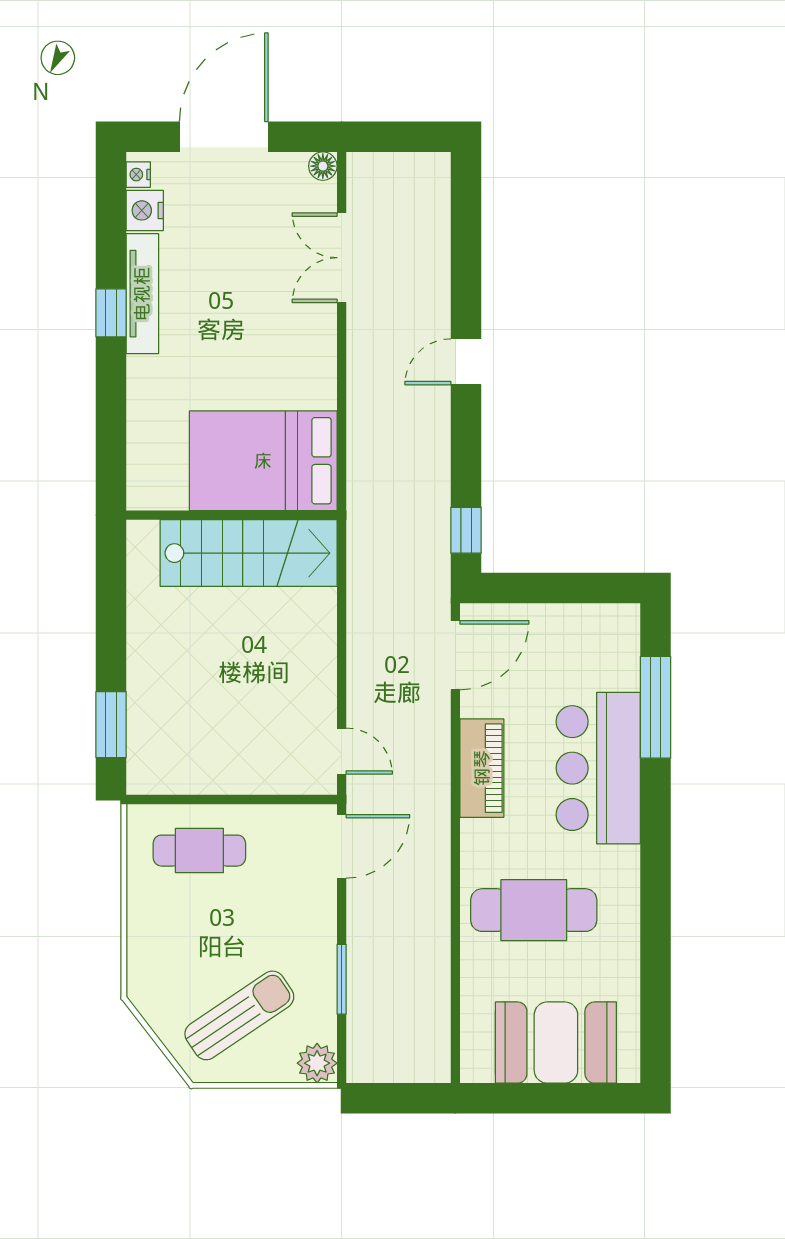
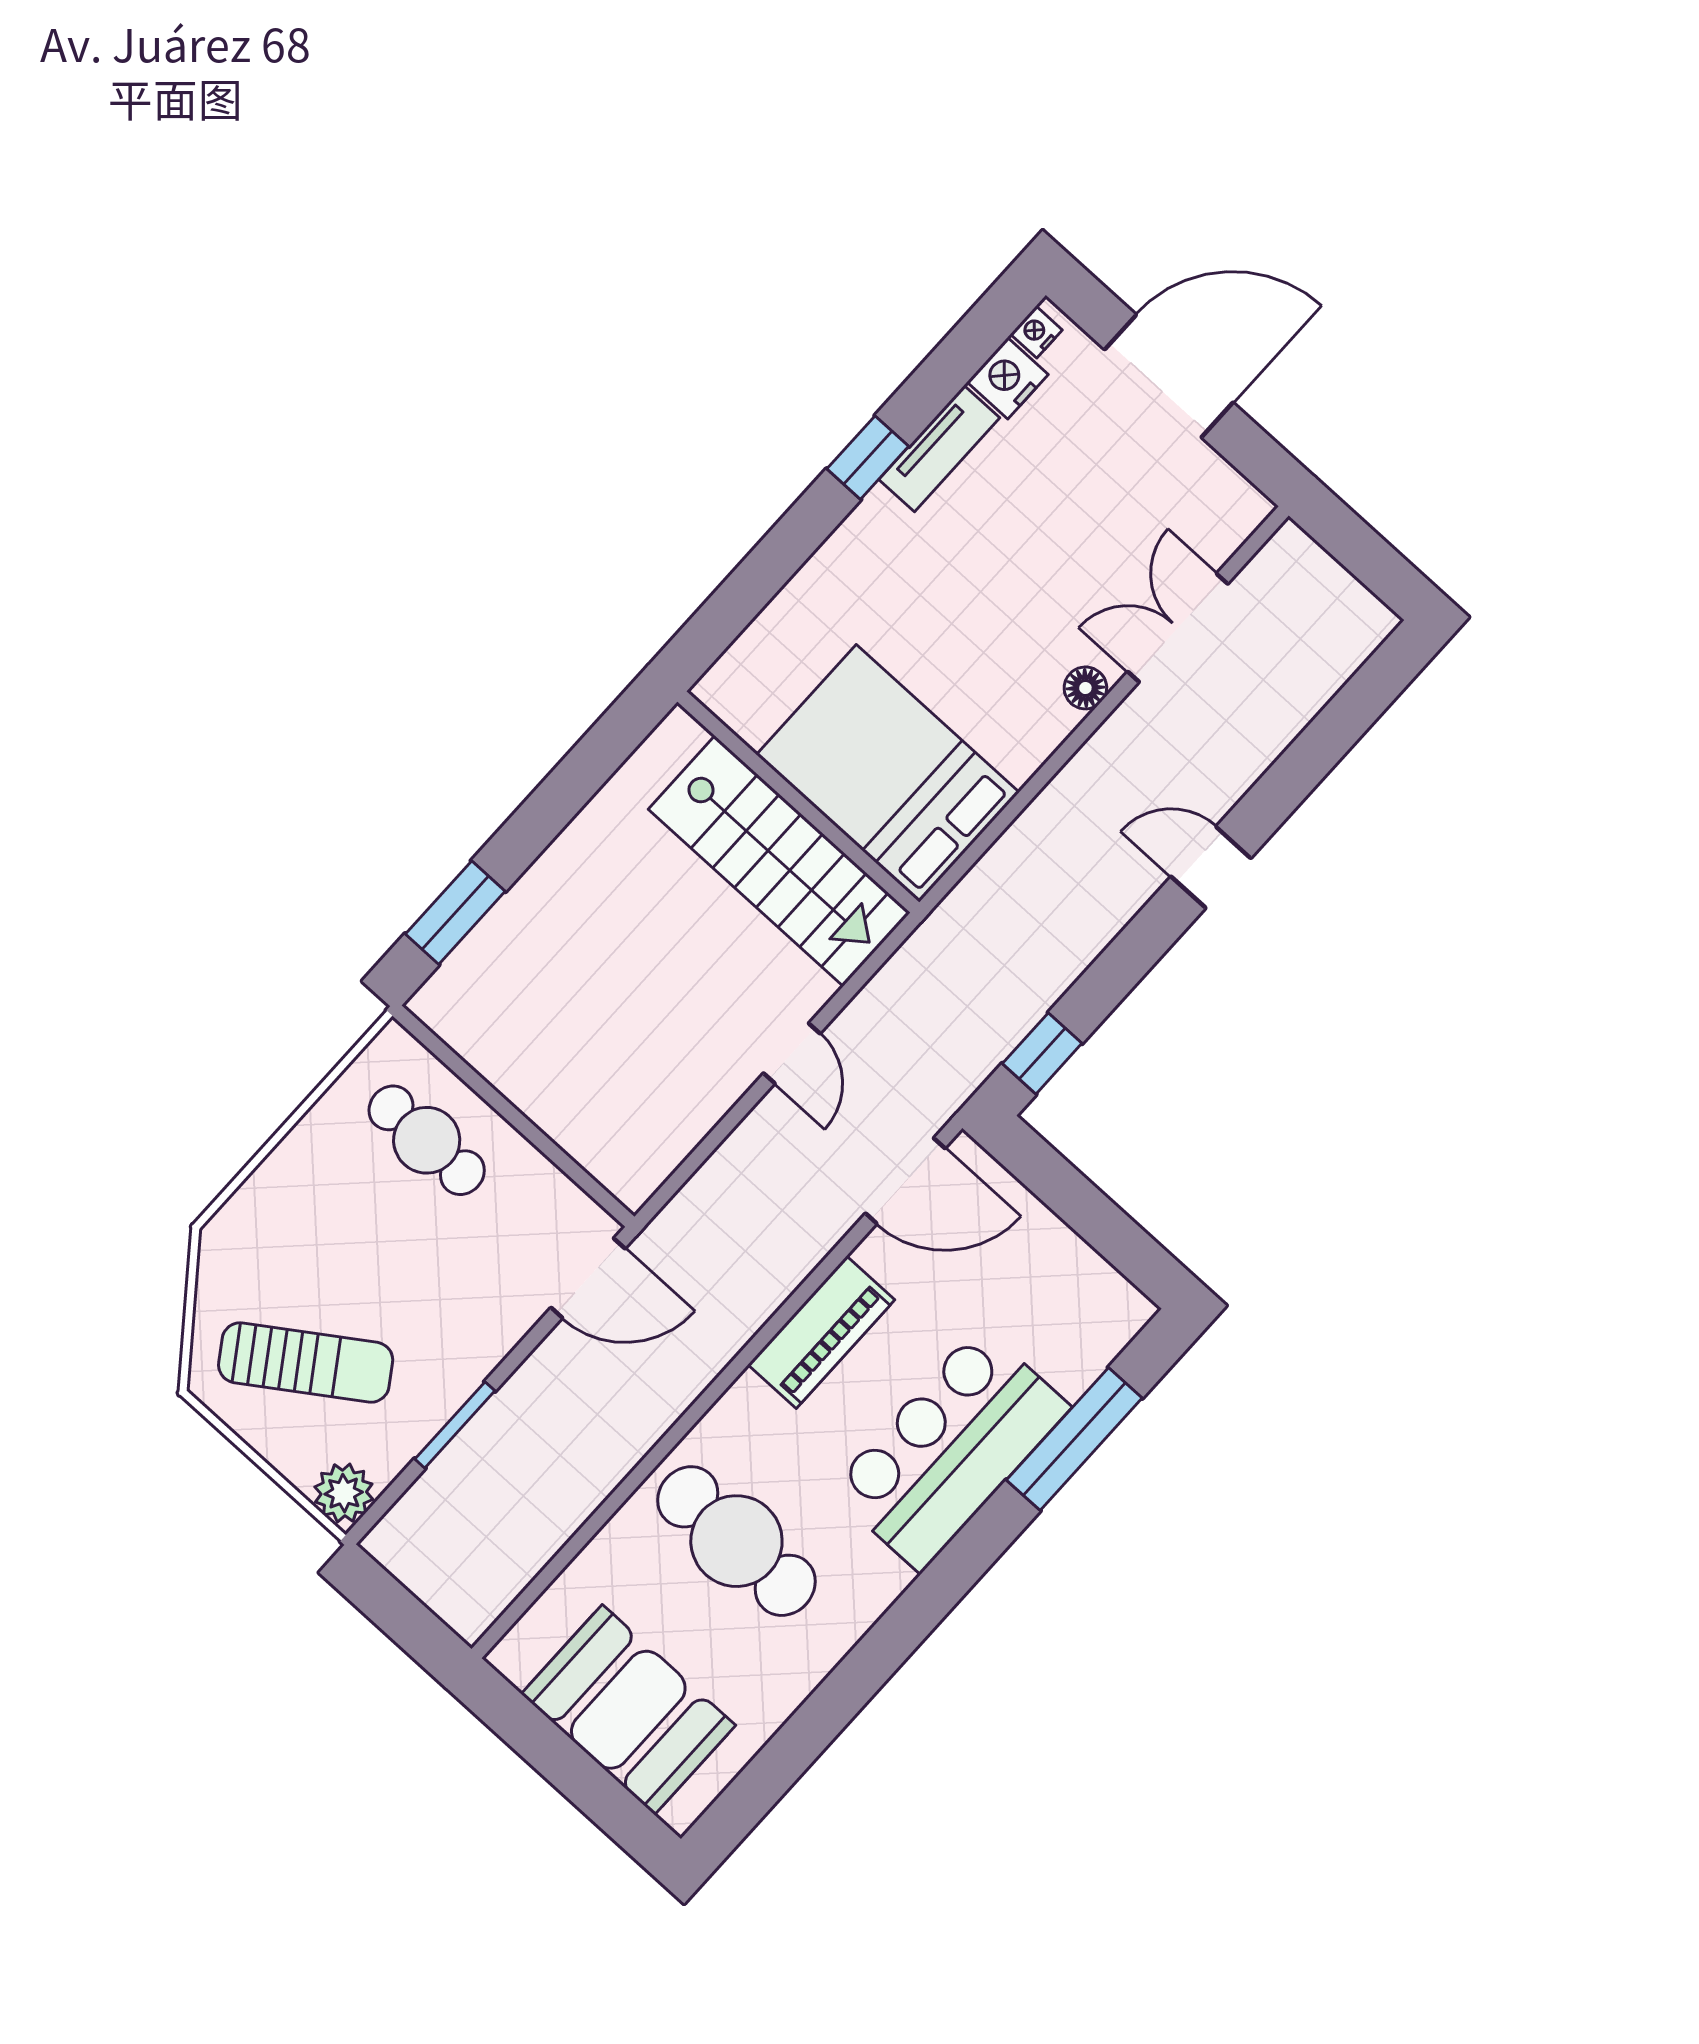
floor lamp: (323, 166) -> (1085, 688), moved
tv unit: (142, 294) -> (939, 449), width x0.71
door: (342, 751) -> (792, 1053), moved

